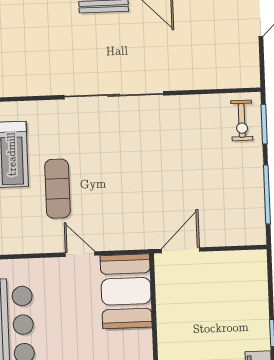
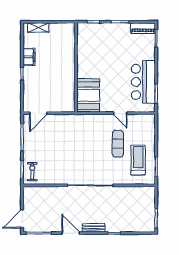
door: (181, 250) -> (38, 113), moved
door: (80, 254) -> (120, 113), moved

